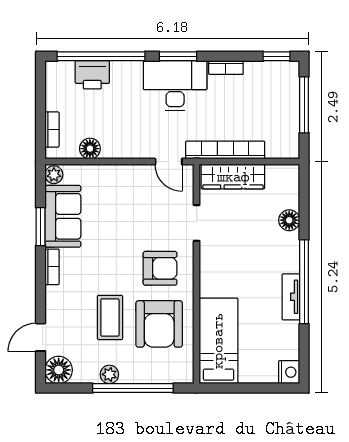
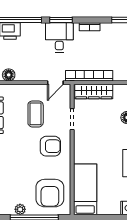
desk: (175, 86) -> (59, 37), width x0.73
door: (169, 162) -> (55, 83), hinge flipped
coffee table: (110, 317) -> (36, 114), moved
armchair: (159, 324) -> (50, 193), moved

